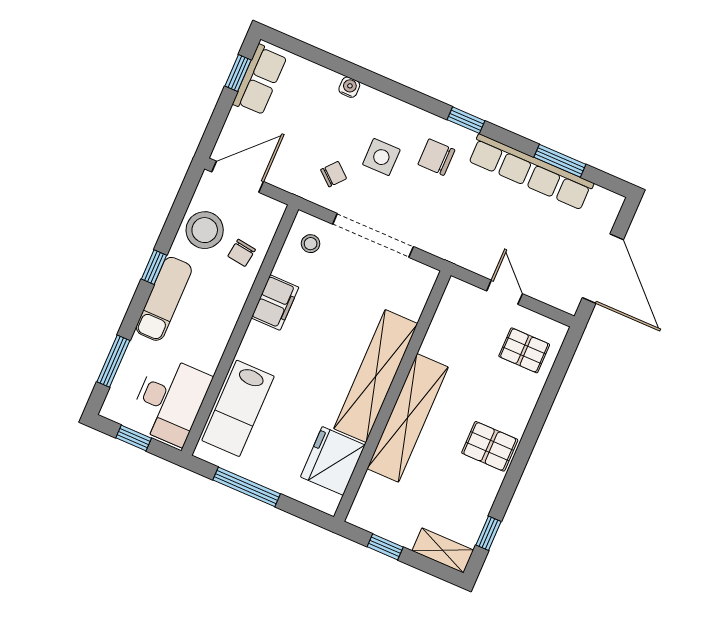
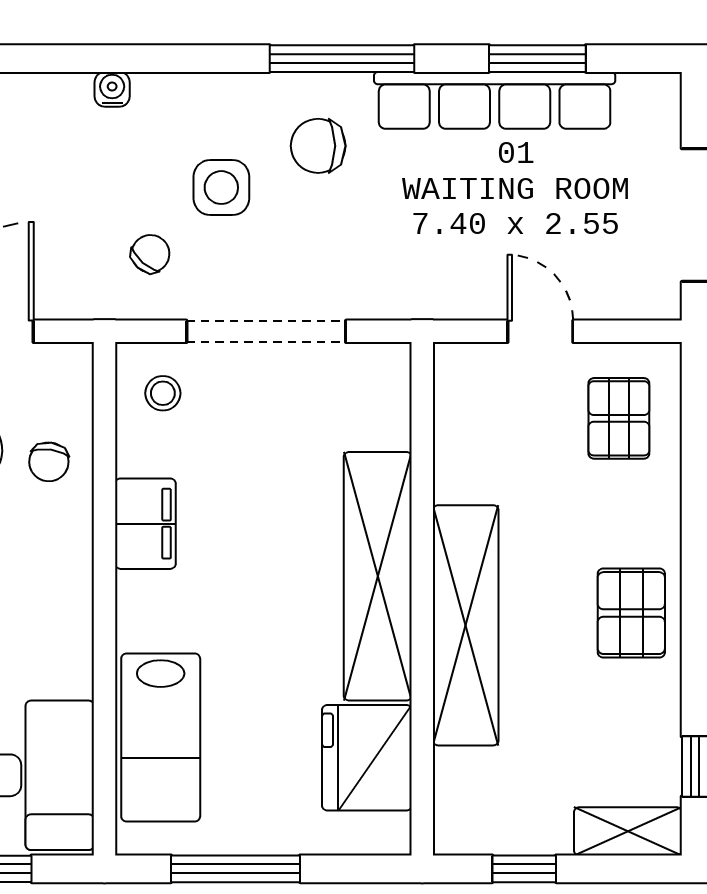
window: (466, 120) -> (342, 59), width x2.17
pallet: (524, 350) -> (619, 418), turned 90
pallet: (490, 446) -> (631, 613), turned 90

